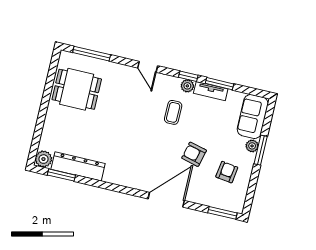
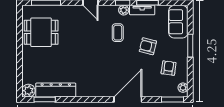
plant: (252, 146) -> (183, 88), moved
armchair: (194, 154) -> (148, 46), moved

